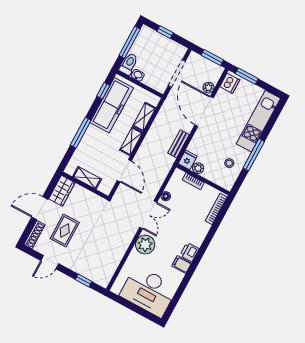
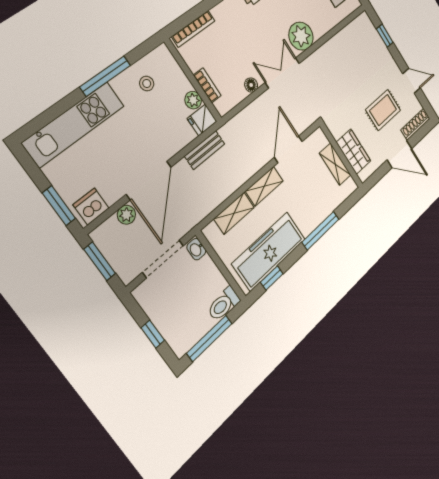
washbasin: (138, 75) -> (196, 249), moved
wardrobe: (62, 191) -> (354, 152), moved, turned 90

